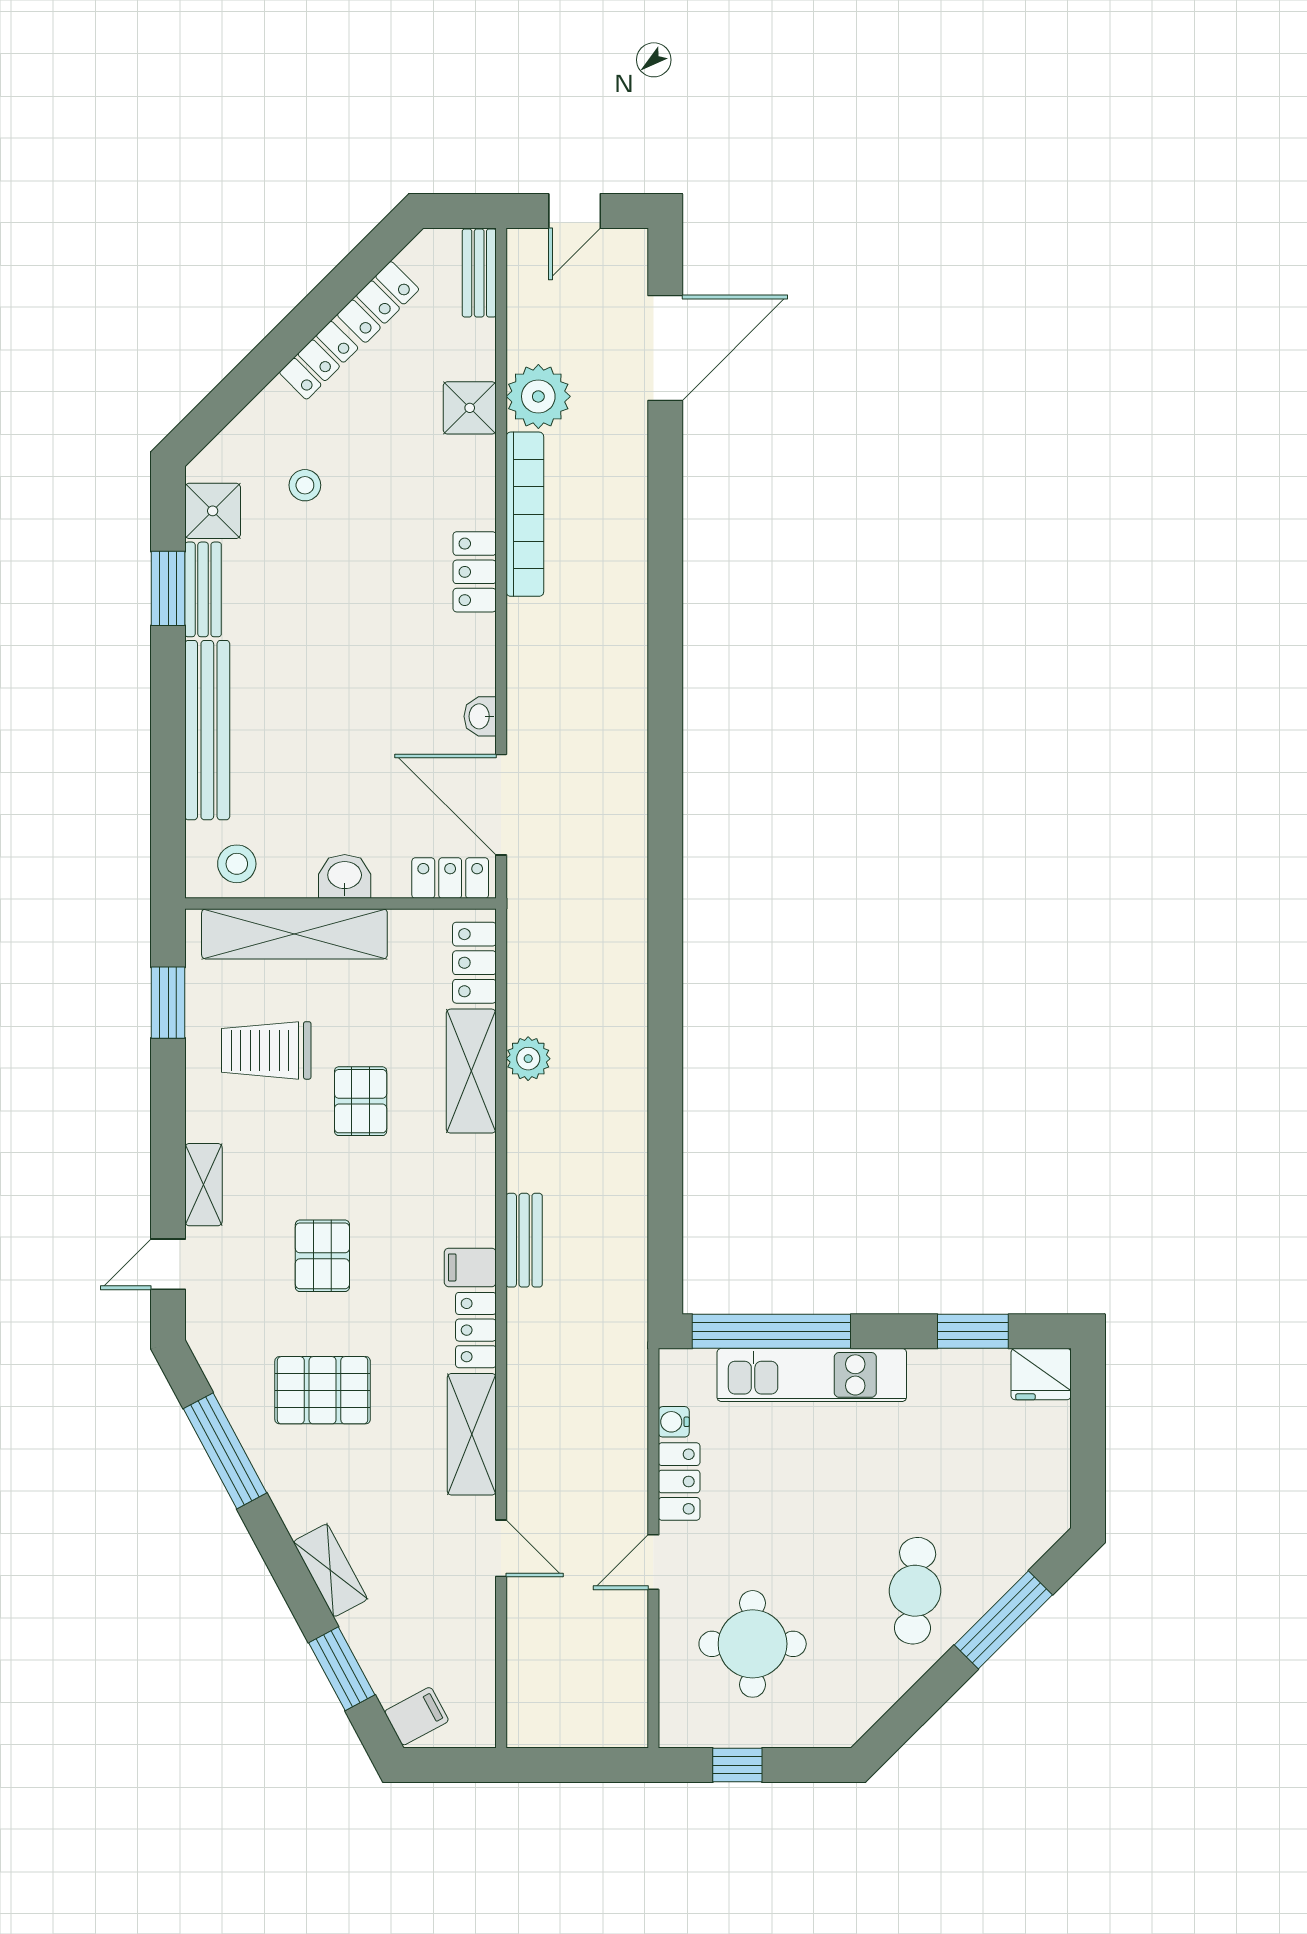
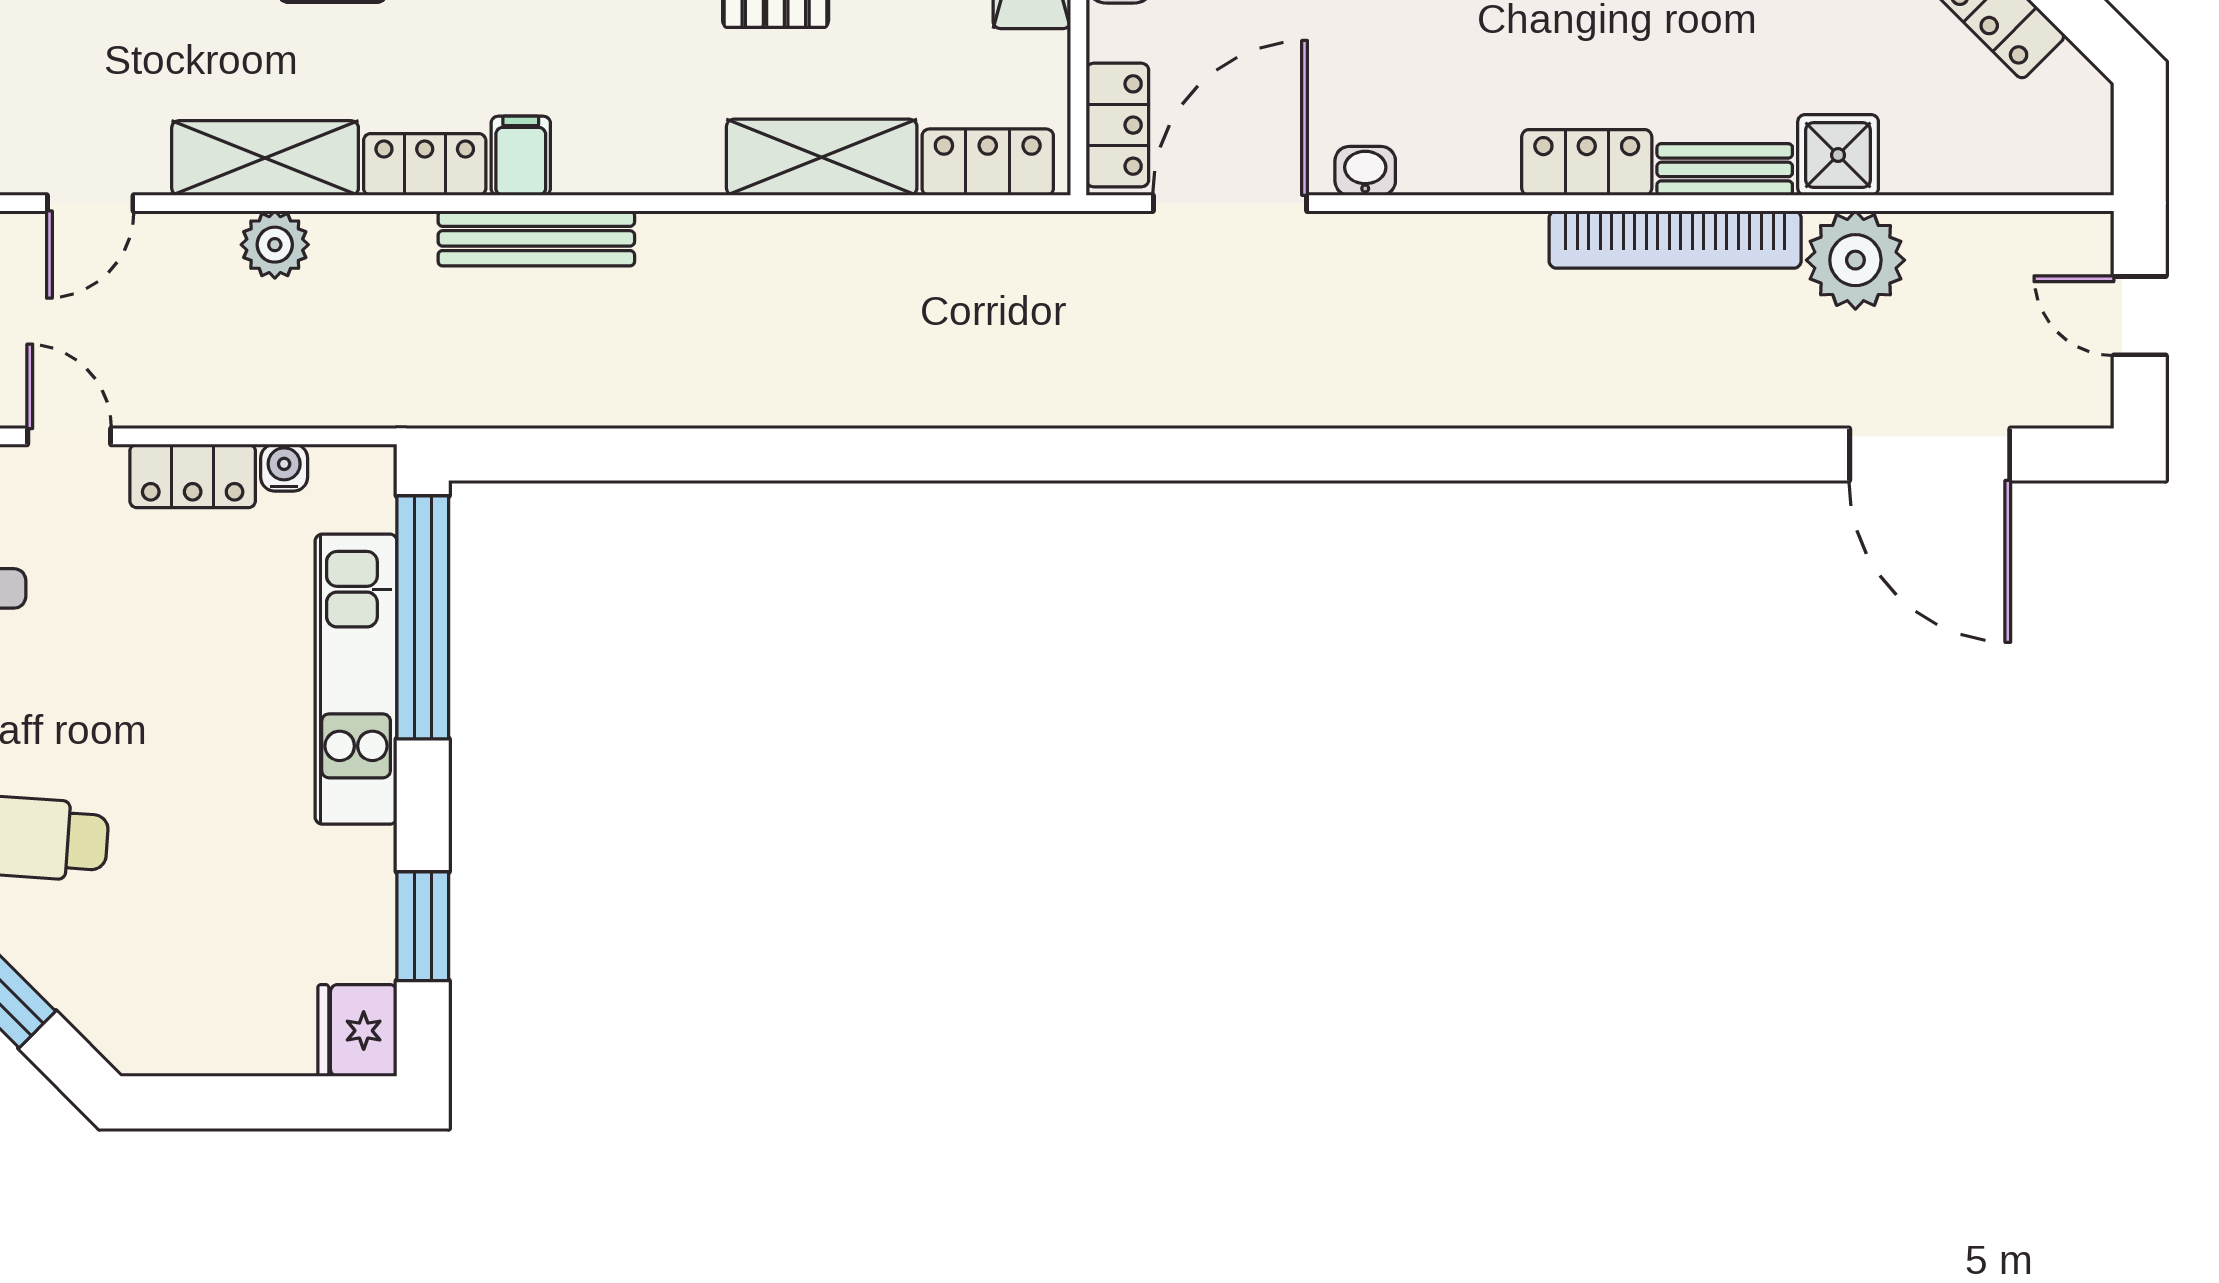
bench: (479, 273) -> (1725, 169), moved
plant: (528, 1059) -> (275, 245), moved
bench: (524, 1240) -> (536, 238), width x1.36

